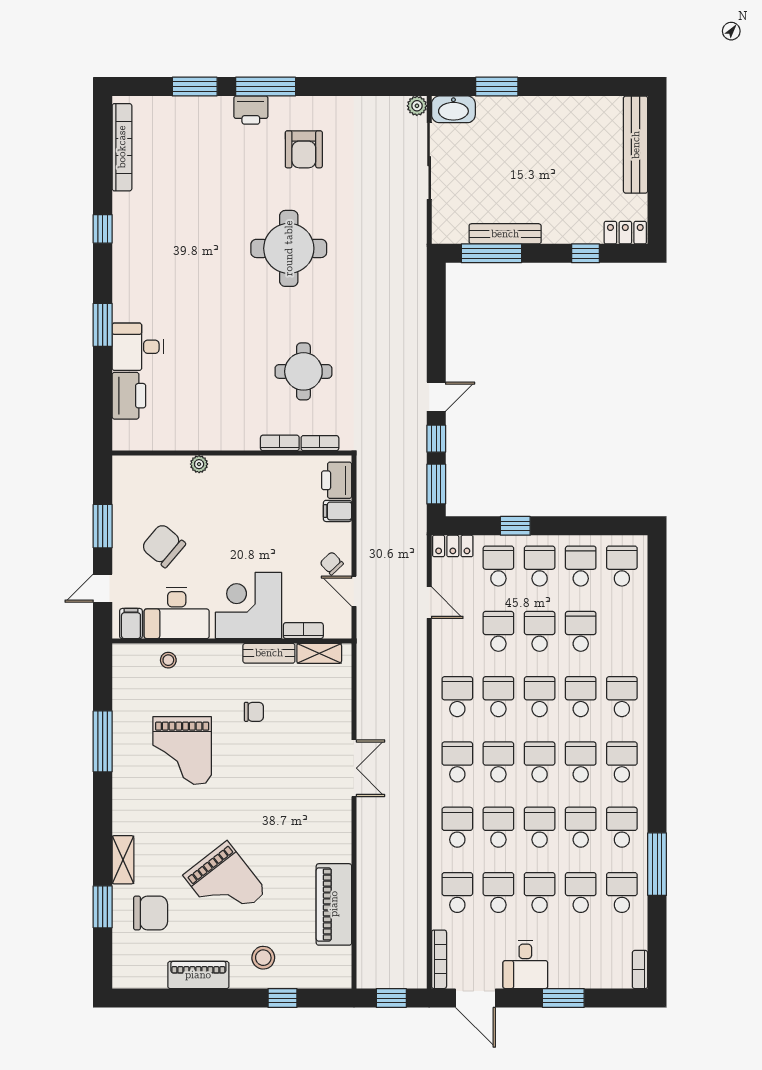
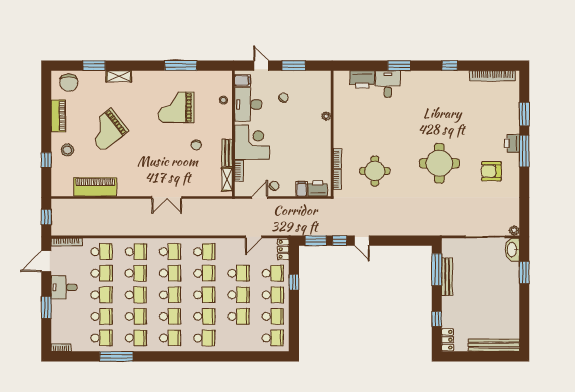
chair: (163, 546) -> (283, 98), width x0.54, depth x0.54
chair: (151, 913) -> (69, 83), moved

